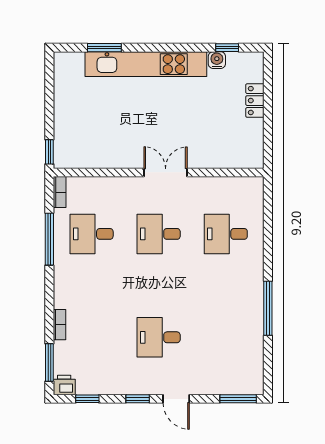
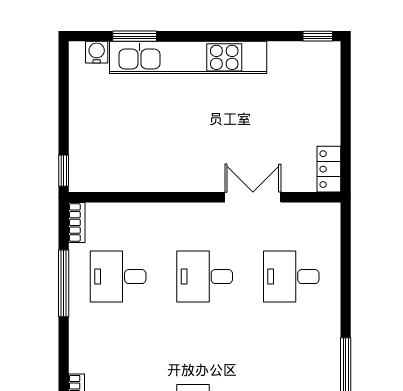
window: (227, 48) -> (318, 36), moved
water cooler: (217, 60) -> (97, 52), moved
locker: (255, 101) -> (329, 169), moved
double door: (166, 172) -> (253, 197), moved

